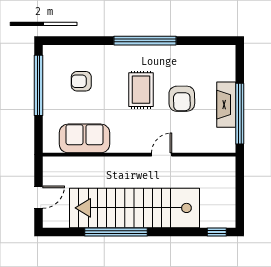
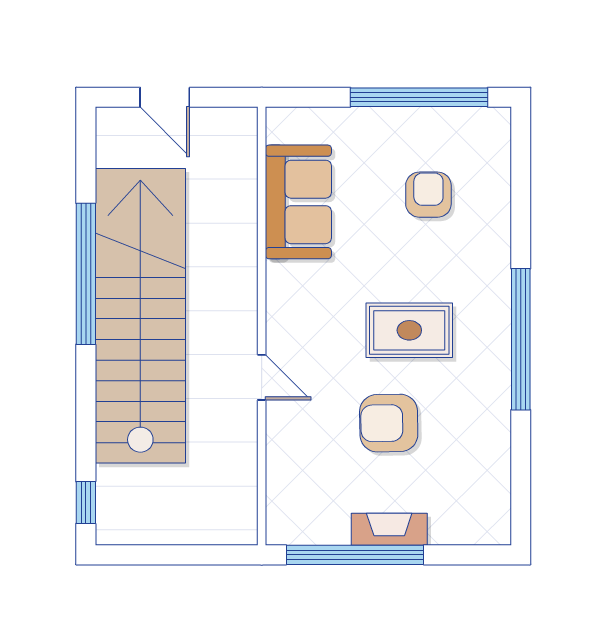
fireplace: (226, 105) -> (389, 529), width x0.73, depth x0.76

